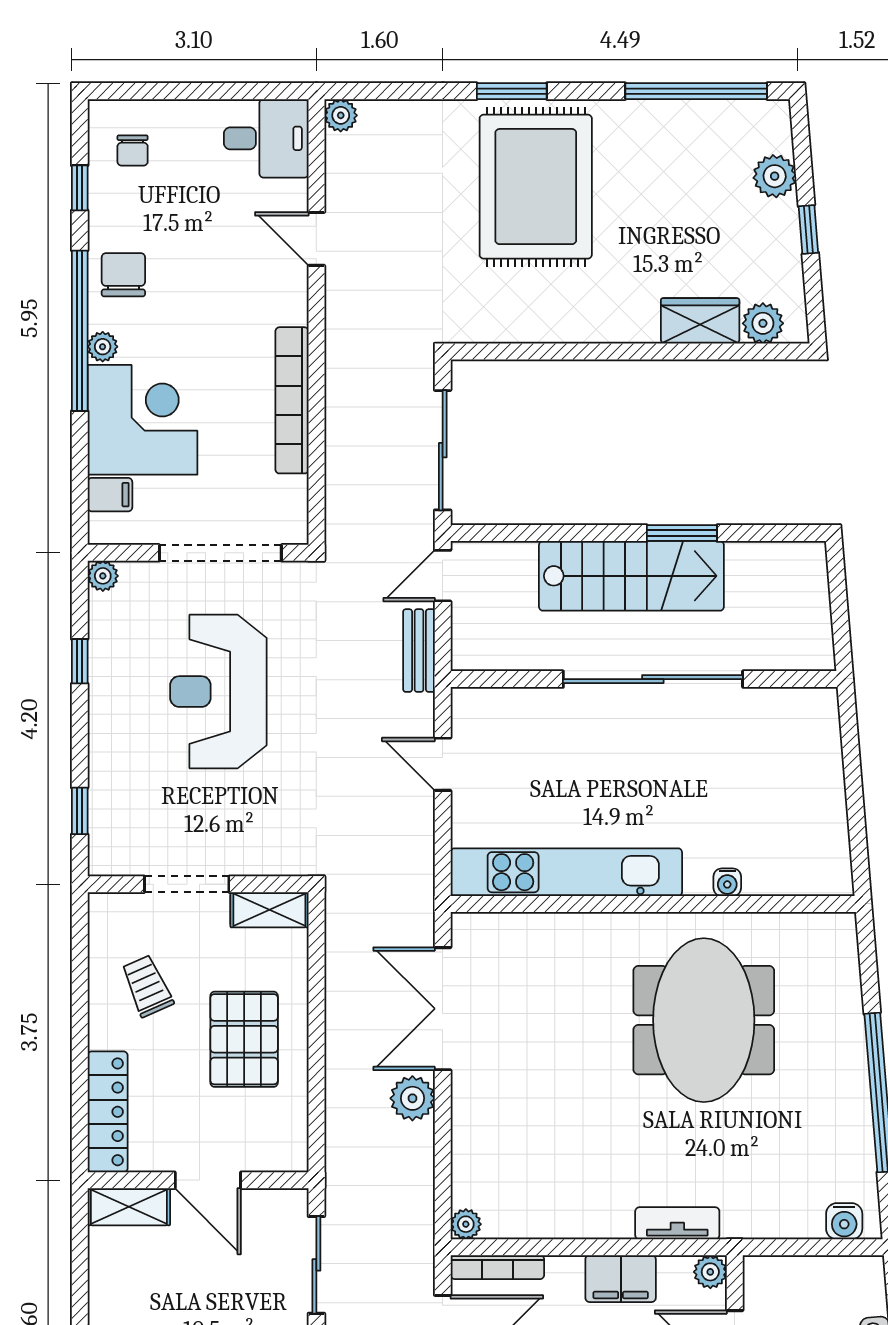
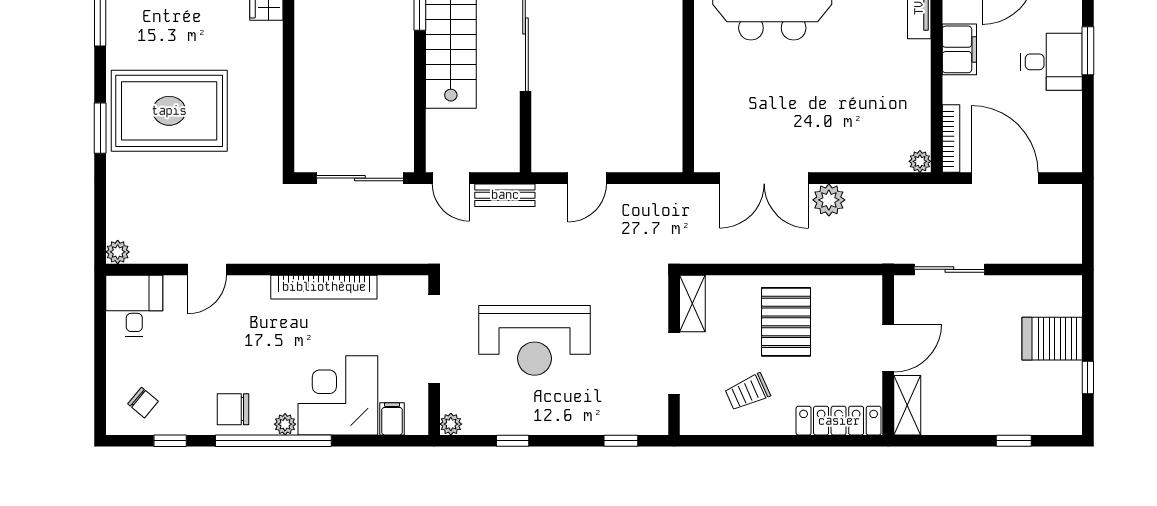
chair: (133, 150) -> (143, 403), turned 40
kitchen unit: (566, 872) -> (665, 89), removed
pallet: (244, 1039) -> (786, 322), turned 90

